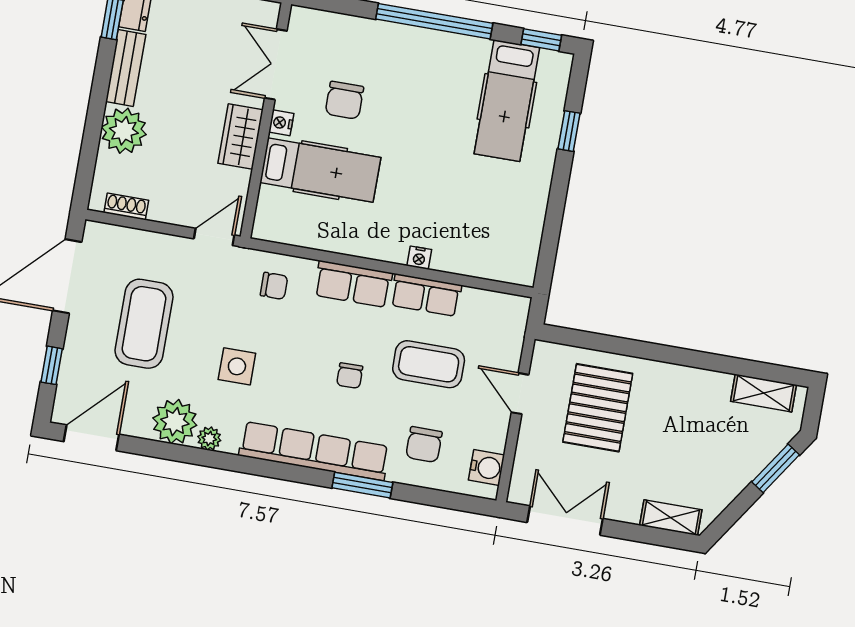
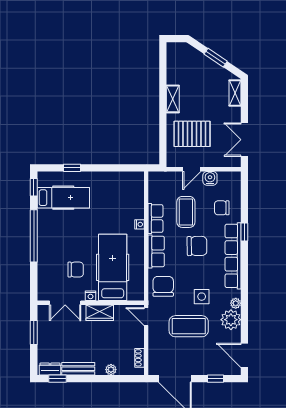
plant: (124, 131) -> (111, 370), width x0.53, depth x0.53
hospital bed: (320, 170) -> (113, 267), width x1.37, depth x1.29
chair: (274, 286) -> (163, 286), width x1.87, depth x1.87
coffee table: (144, 324) -> (189, 326), moved
chair: (350, 376) -> (197, 246), width x1.87, depth x1.87
shelving: (763, 393) -> (173, 99), moved
chair: (424, 445) -> (222, 208), turned 180
water cooler: (487, 468) -> (210, 178), moved
window: (776, 468) -> (216, 58), moved
window: (362, 485) -> (244, 232), width x0.67

